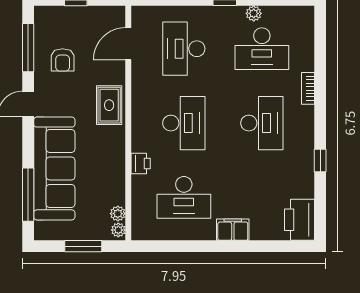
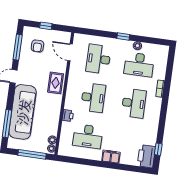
door: (128, 44) -> (70, 52), hinge flipped
armchair: (63, 60) -> (37, 46), moved
window: (320, 160) -> (158, 149), moved
window: (83, 246) -> (32, 154), width x1.44

